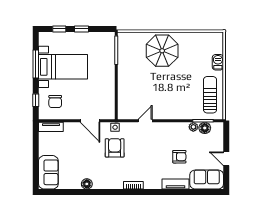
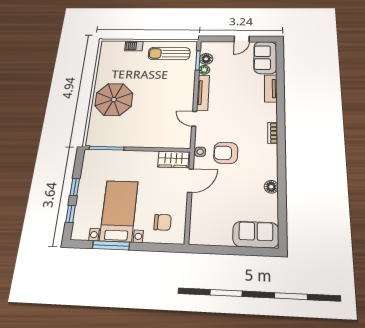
window: (36, 100) -> (159, 247), removed
wardrobe: (108, 106) -> (173, 159), added
tv unit: (51, 127) -> (203, 93), moved, width x1.41
armchair: (179, 157) -> (238, 84), removed

